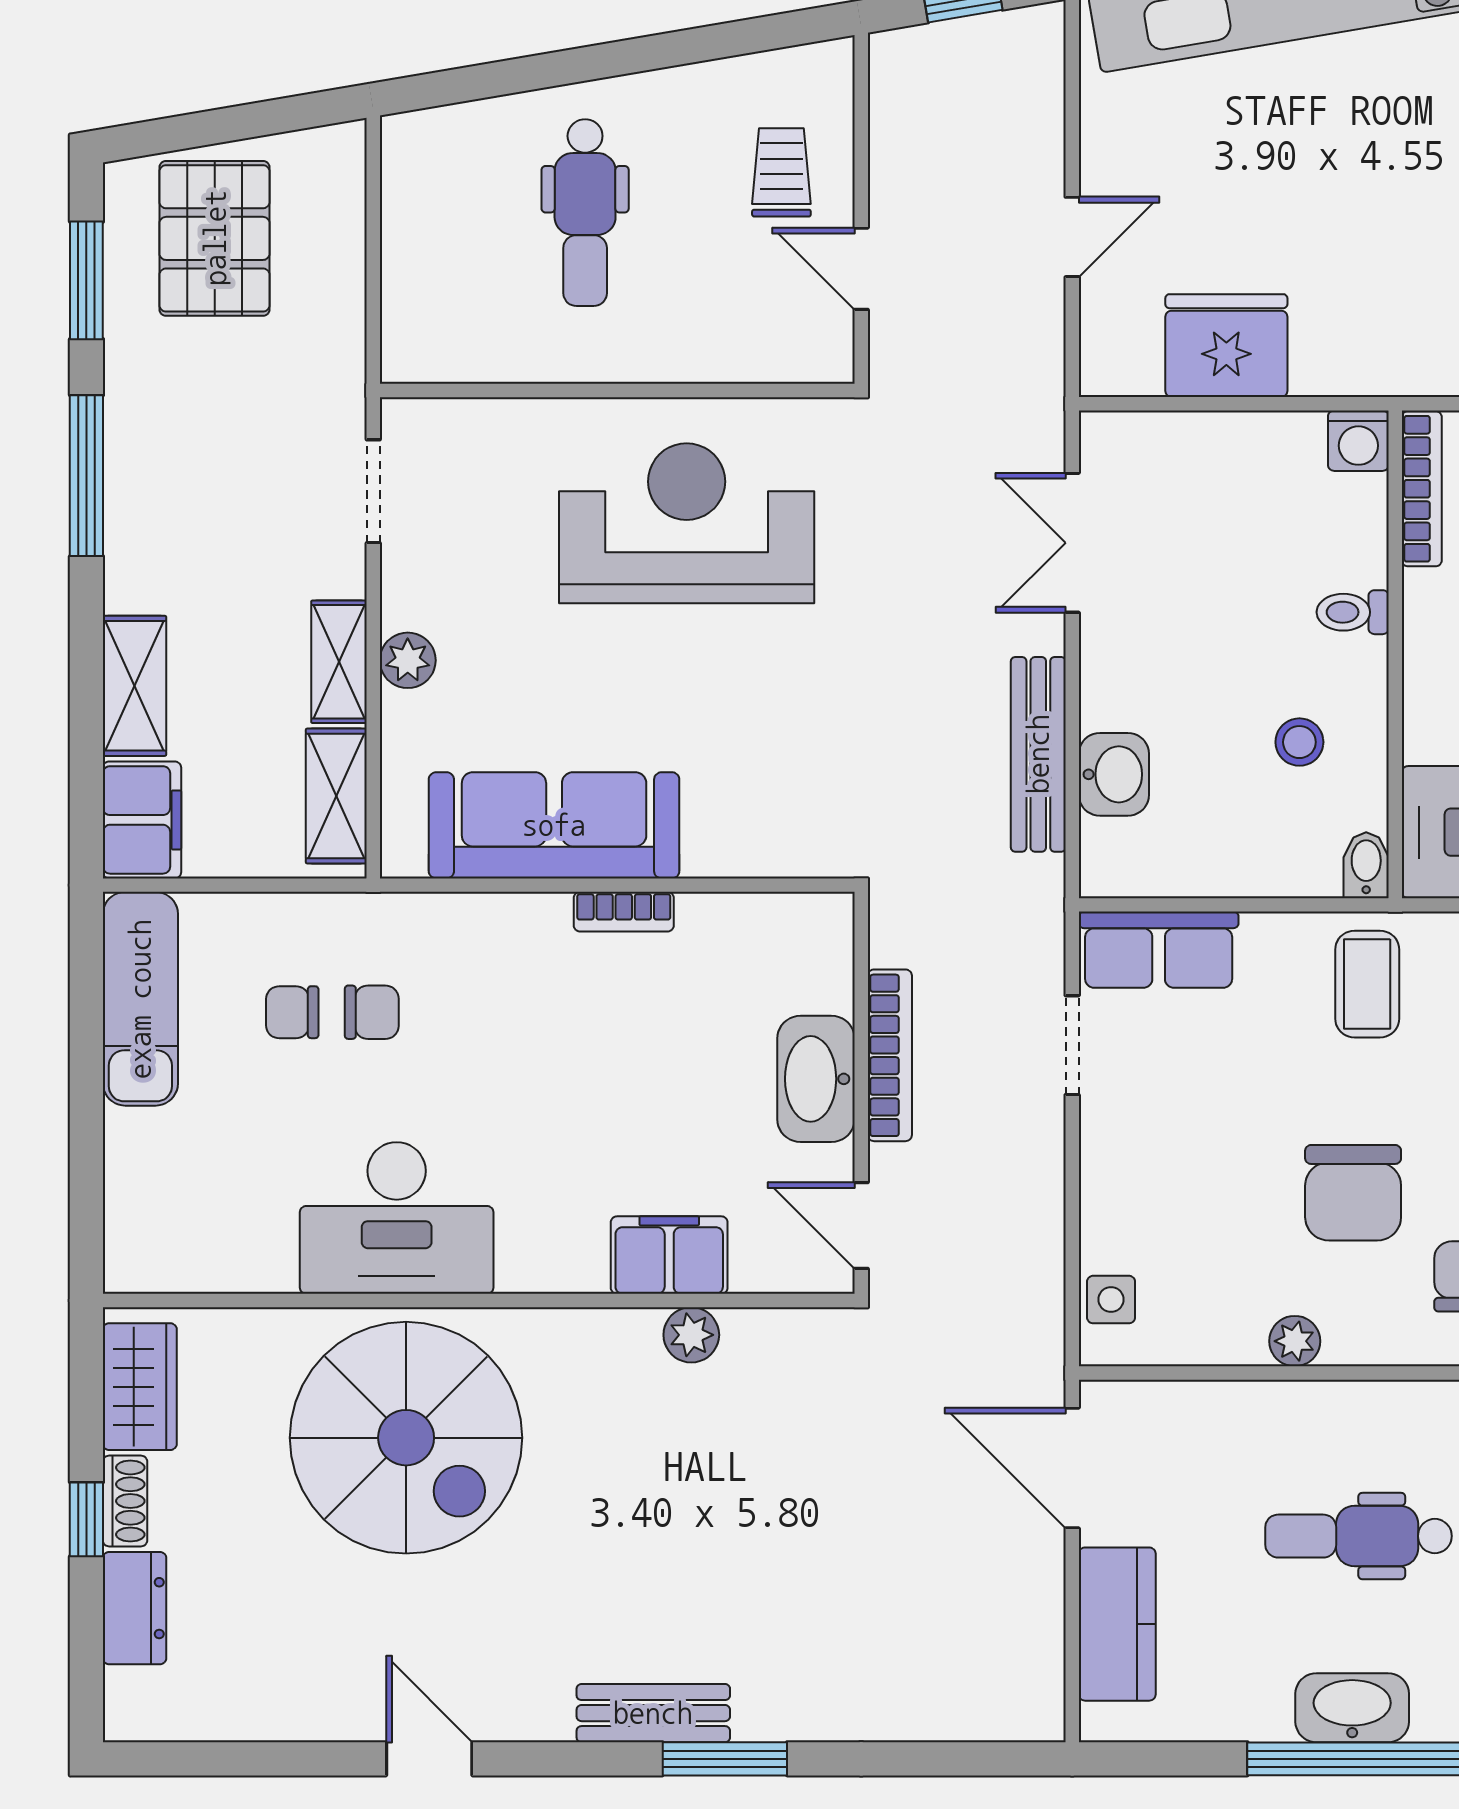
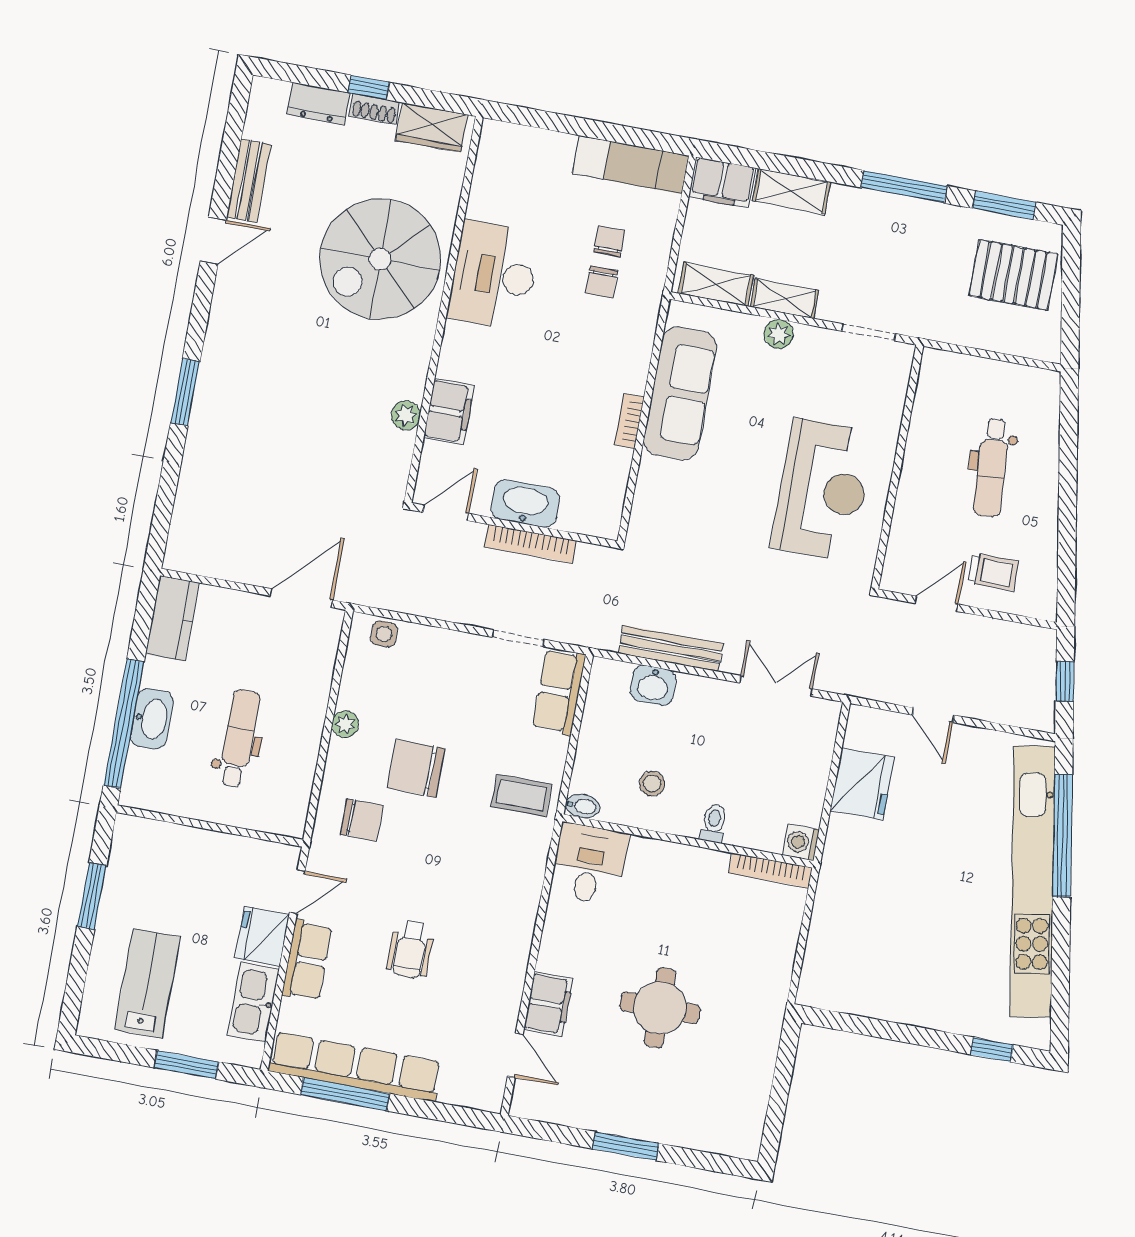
dental chair: (585, 213) -> (992, 467), turned -94
kitchen counter: (1117, 1624) -> (172, 618), moved, turned -90
bench: (653, 1713) -> (249, 181), moved

